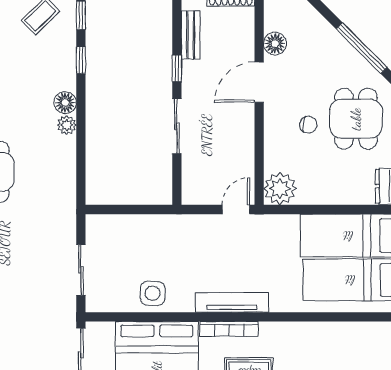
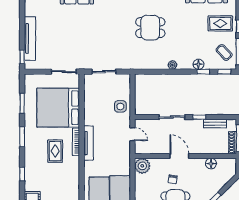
door: (259, 82) -> (179, 156), moved
floor lamp: (65, 103) -> (198, 64), moved
door: (236, 209) -> (132, 134), moved
side table: (153, 293) -> (120, 106), moved

